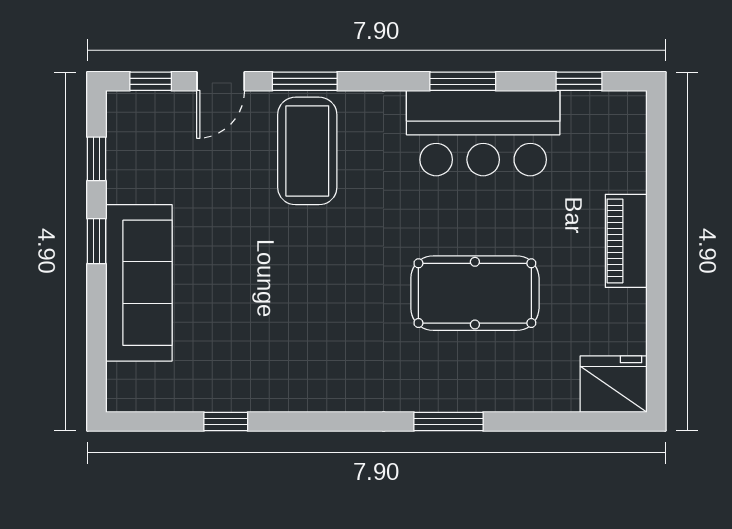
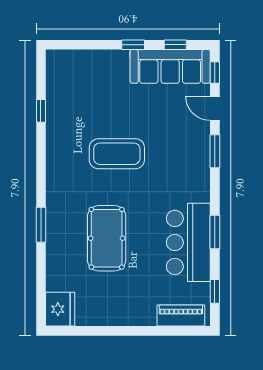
coffee table: (307, 151) -> (117, 154), moved
piano: (626, 241) -> (181, 316), moved
sofa: (139, 283) -> (170, 66), moved

